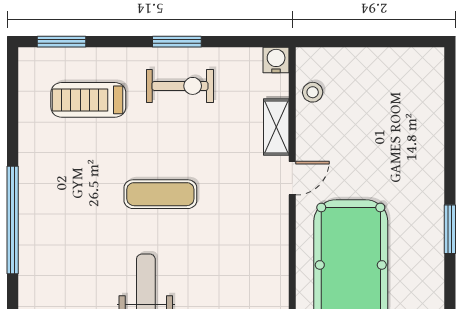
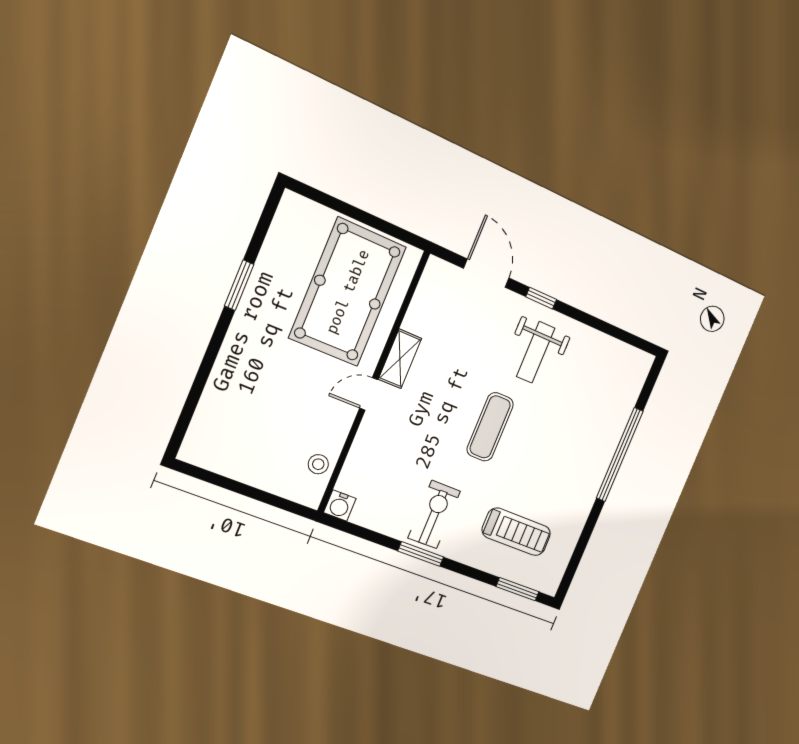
exercise bike: (180, 86) -> (434, 515), turned 90
shelving: (276, 127) -> (400, 359), moved
exercise mat: (160, 194) -> (490, 427), turned 90

